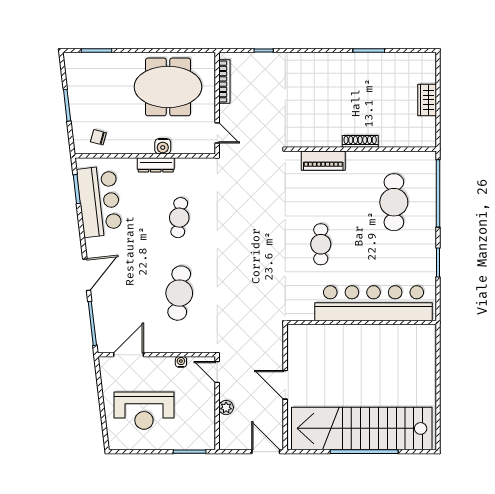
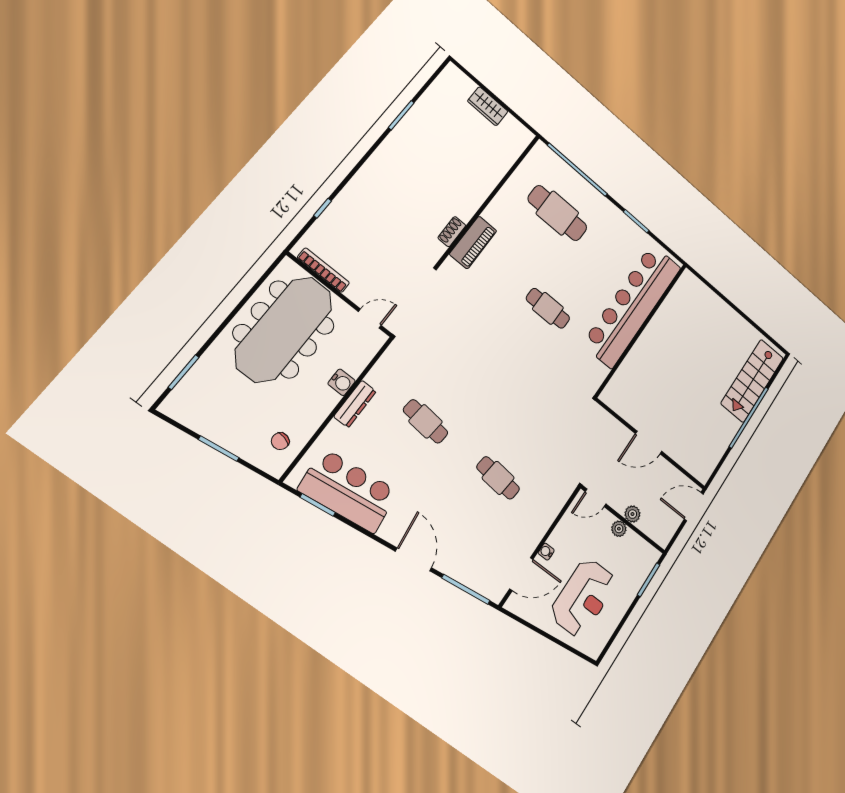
meeting table: (168, 87) -> (284, 329), width x1.36
shoe rack: (360, 141) -> (452, 232), moved, width x0.70
cafe table: (179, 293) -> (498, 478), width x0.73, depth x0.74
door: (128, 355) -> (521, 574), swing flipped
water cooler: (181, 362) -> (546, 552), moved
plant: (209, 404) -> (619, 529), added
stairs: (362, 428) -> (752, 381), width x0.54, depth x0.66

